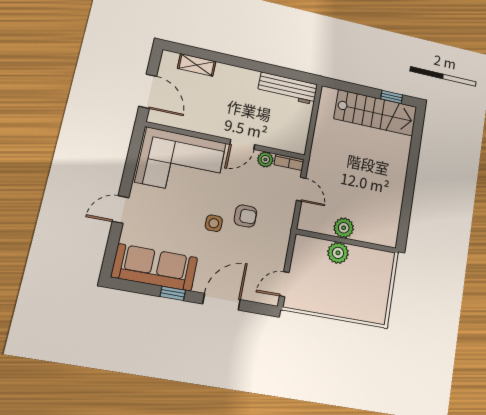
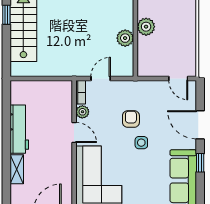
shelving: (197, 65) -> (17, 169), moved
workbench: (288, 88) -> (19, 129), moved
plant: (338, 253) -> (146, 27), moved

